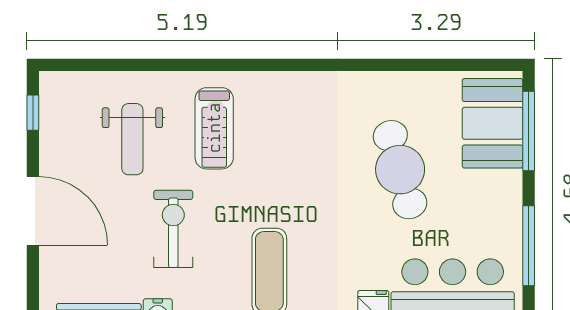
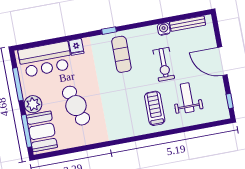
plant: (502, 192) -> (33, 104), added

